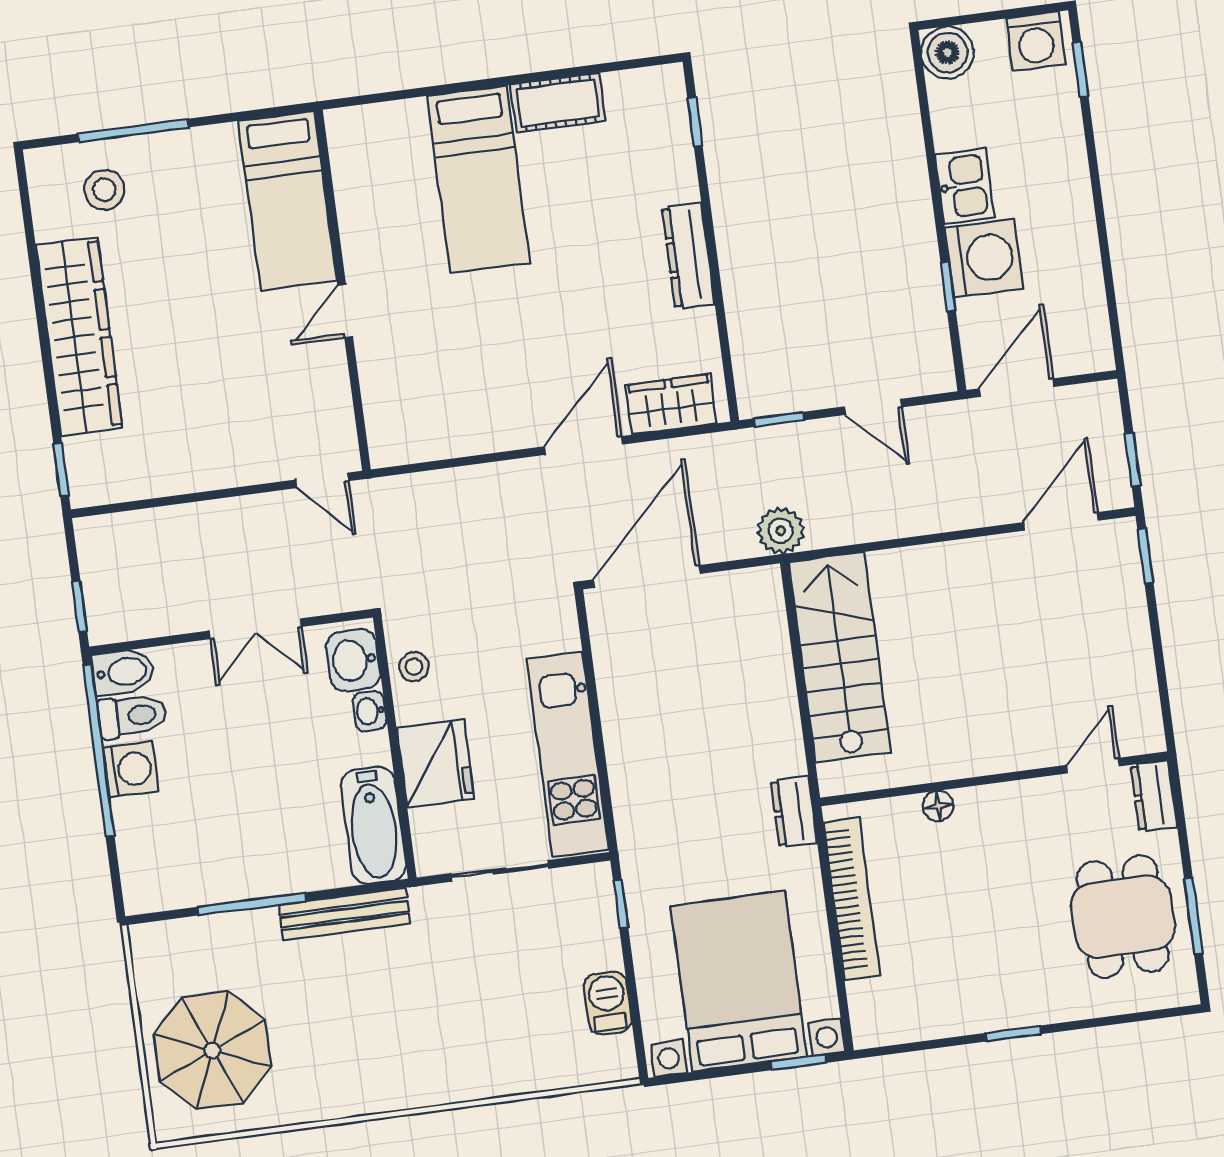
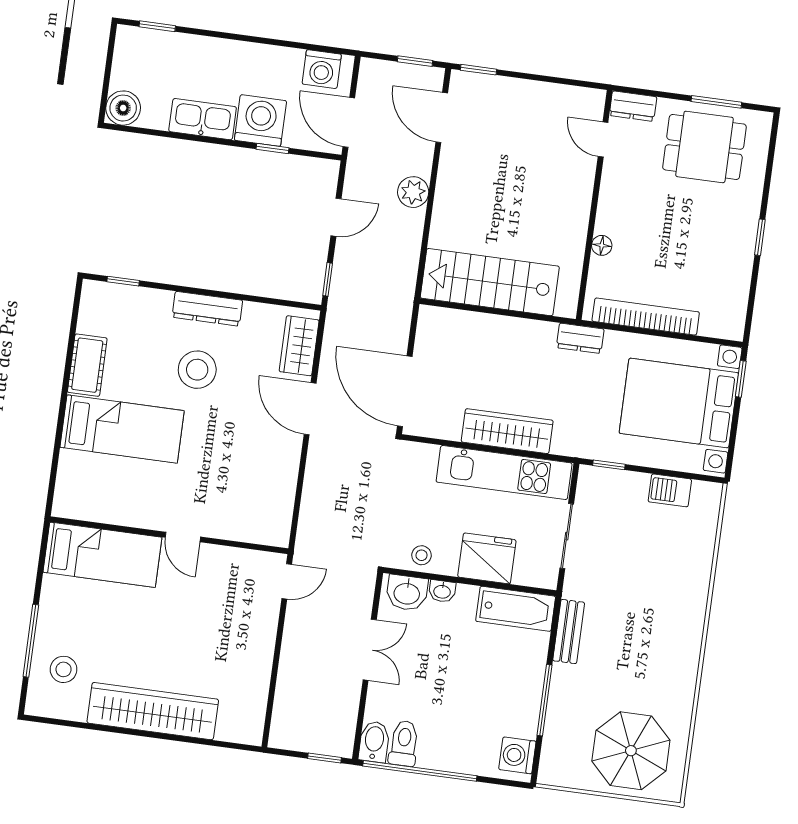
washing machine: (1036, 41) -> (322, 69), moved, turned 90
kitchen sink: (965, 186) -> (203, 119), width x1.38
stool: (595, 265) -> (197, 370), added
window: (61, 470) -> (234, 746), removed
plant: (781, 531) -> (413, 192), moved
wardrobe: (629, 742) -> (507, 431), added
washing machine: (131, 769) -> (517, 755), moved, turned -90
bench: (344, 914) -> (569, 632), width x0.73

